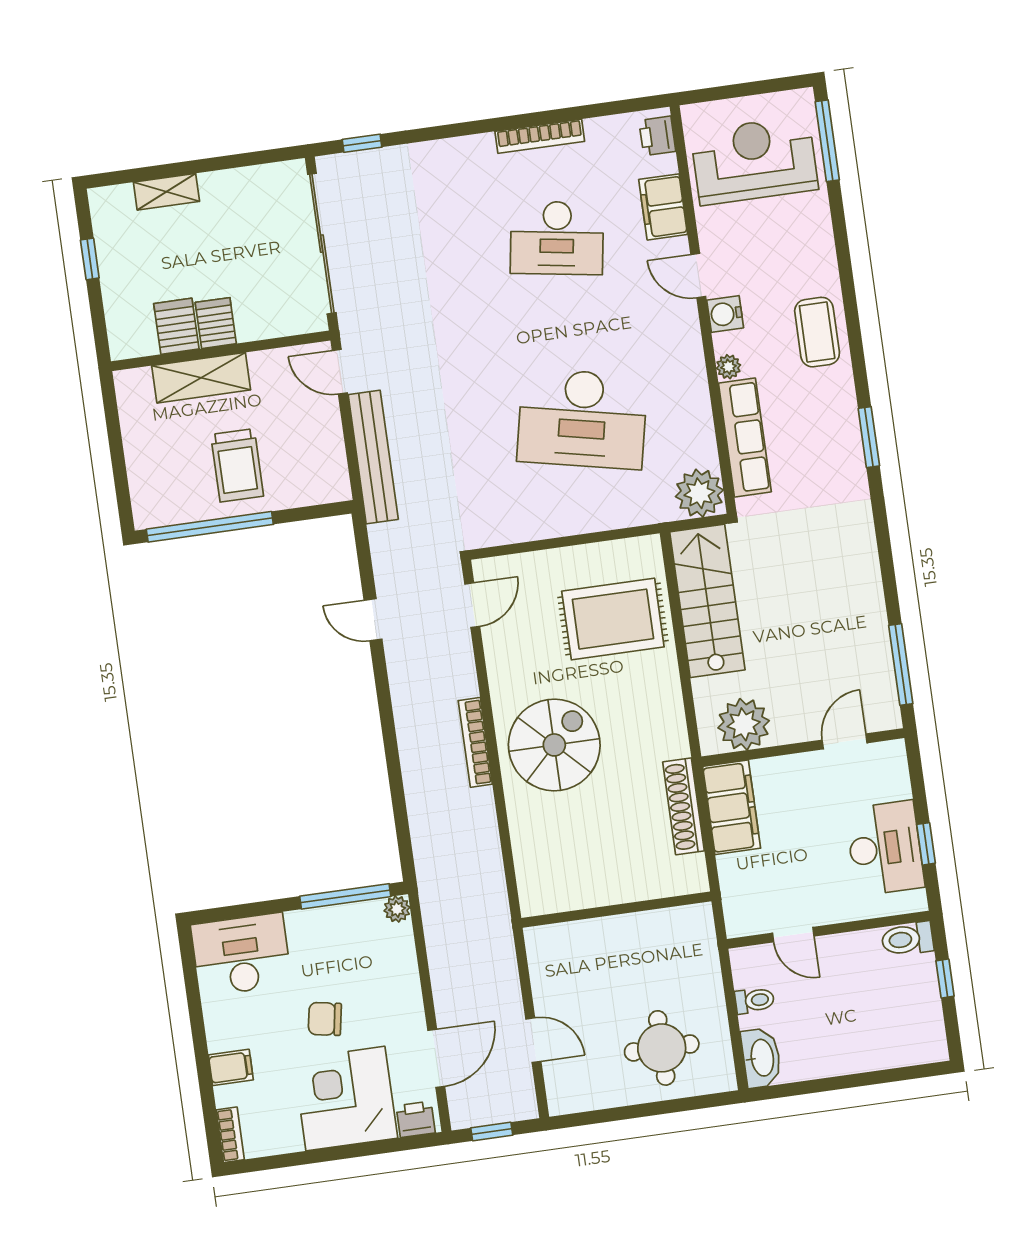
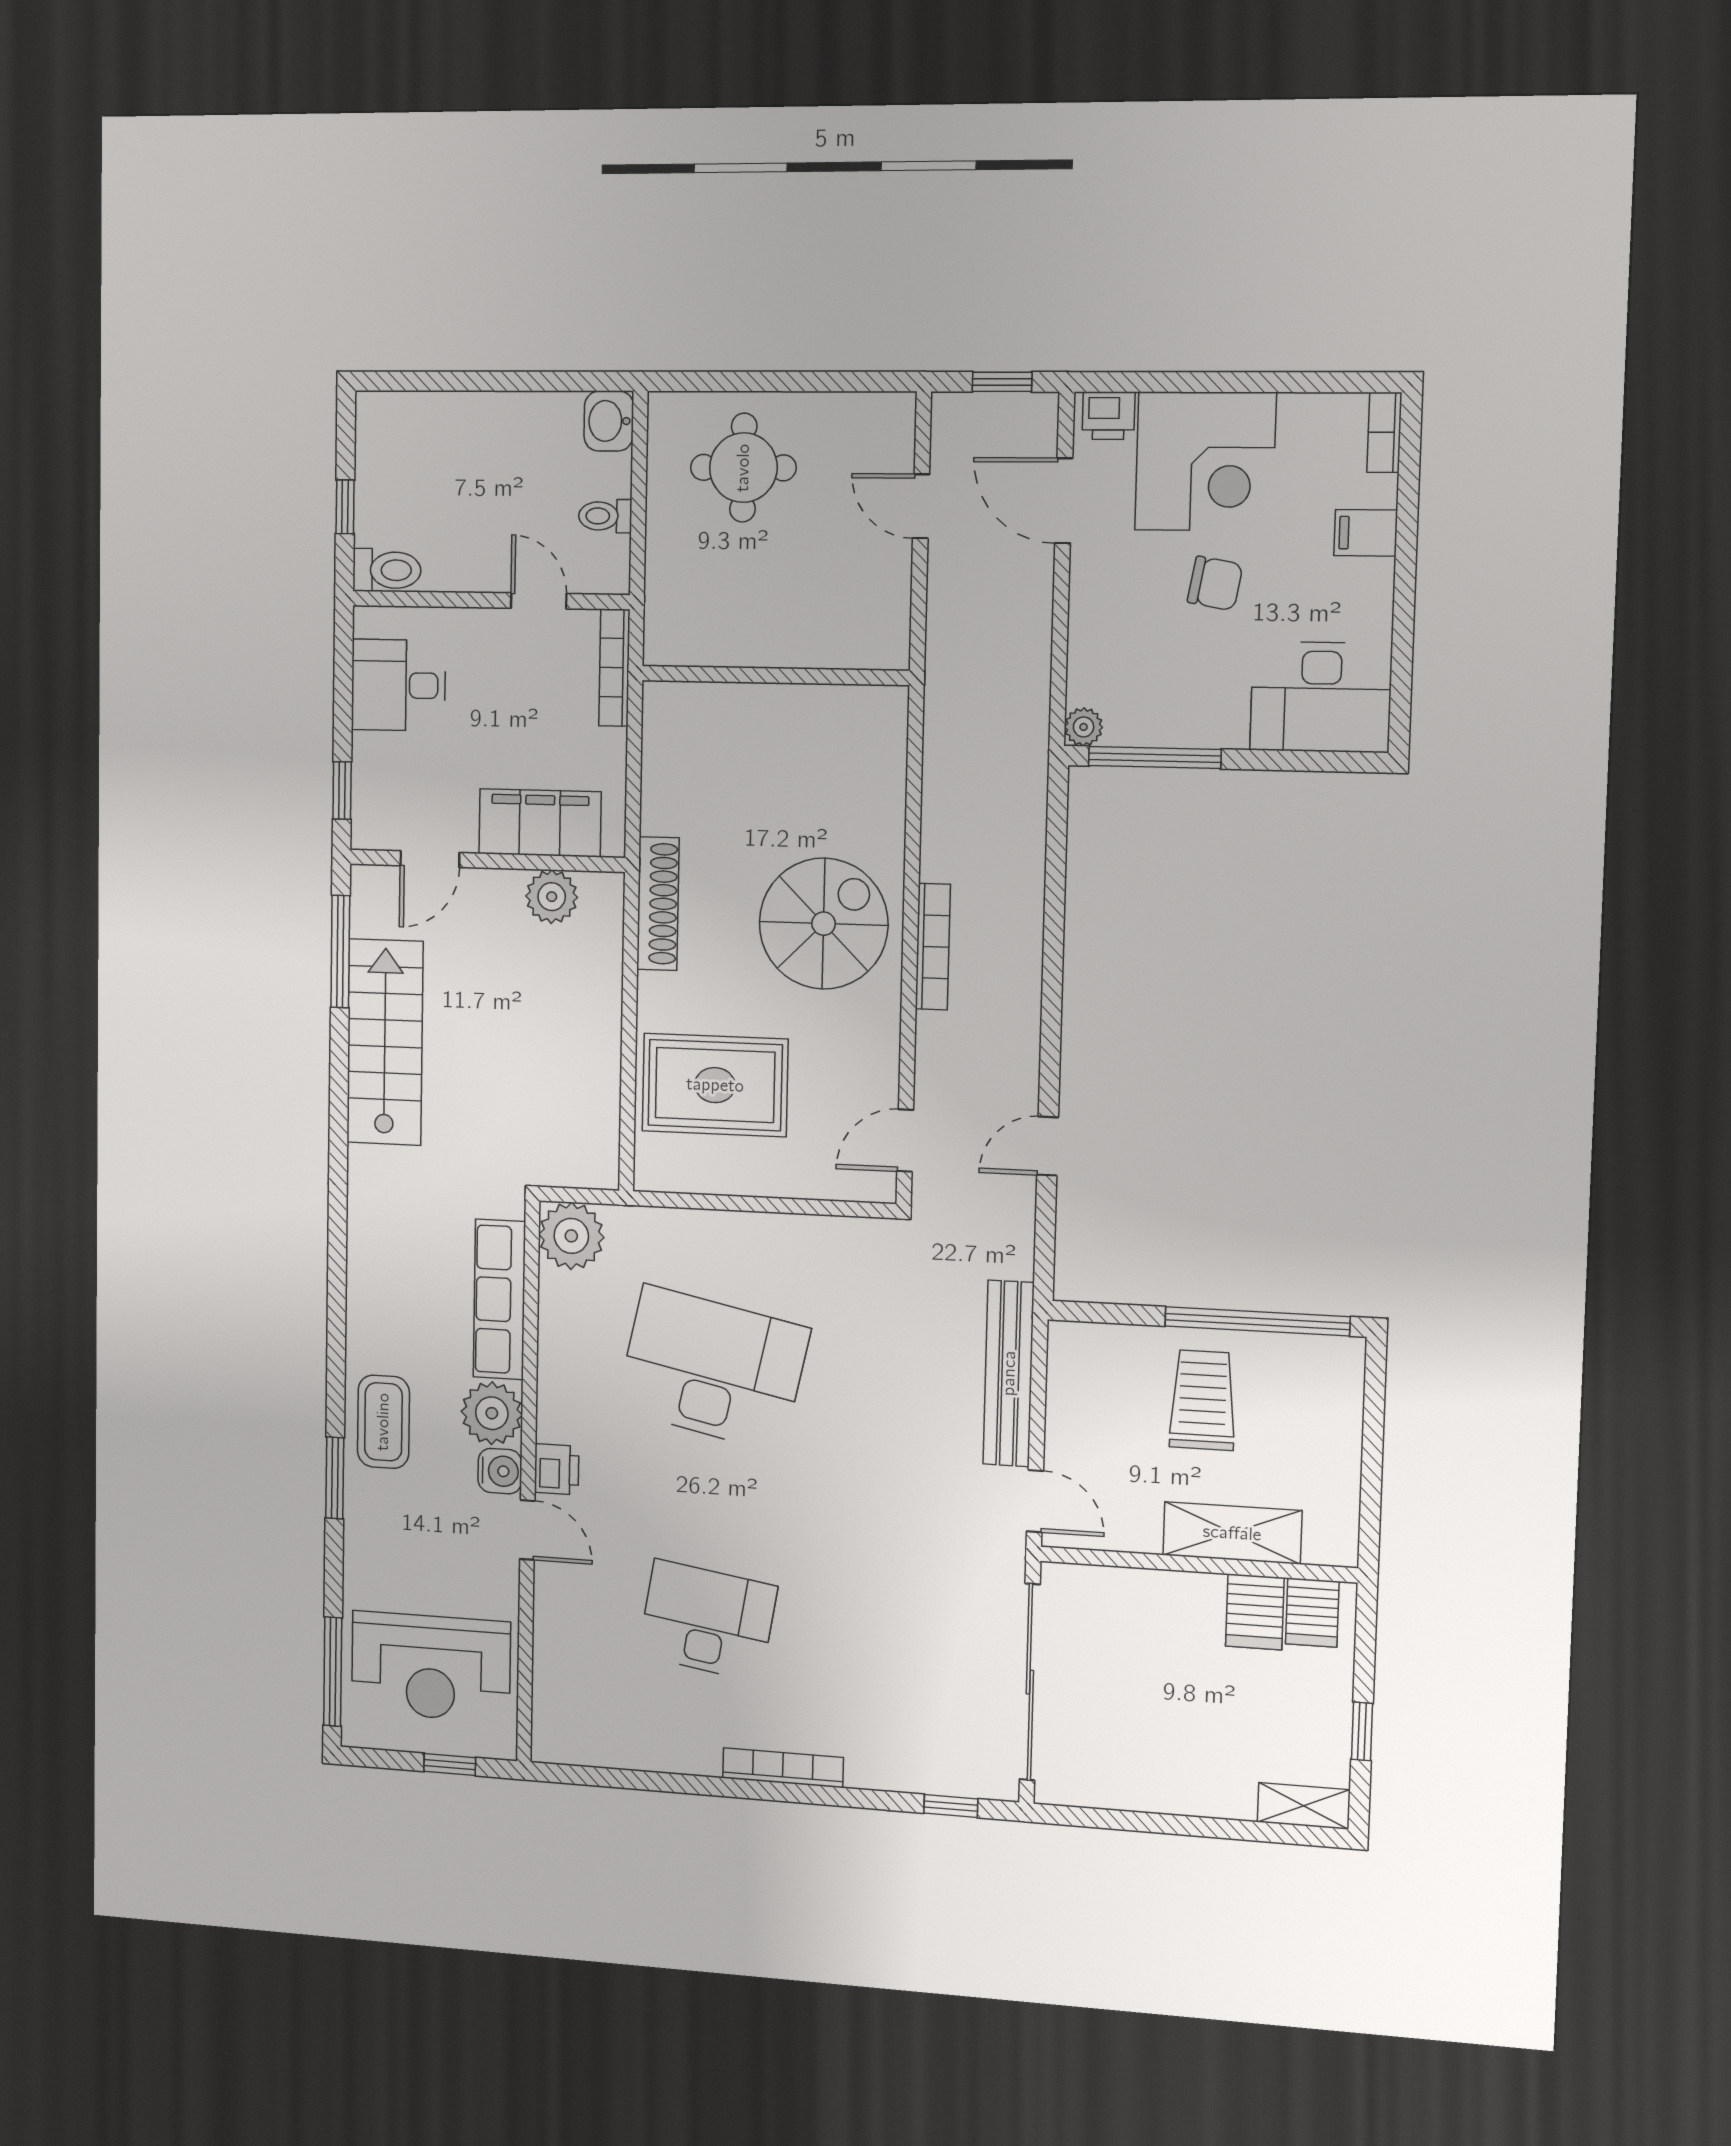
window: (729, 92) -> (450, 1765), added
bookcase: (540, 136) -> (783, 1768), moved
printer: (657, 136) -> (557, 1469), moved
shelving: (166, 192) -> (1304, 1806), moved
filing cabinet: (663, 207) -> (560, 1631), removed
server rack: (216, 323) -> (1312, 1613), moved
plant: (729, 367) -> (492, 1413), width x1.87, depth x1.87
window: (869, 437) -> (335, 1478), moved
stairs: (707, 601) -> (385, 1042), moved, turned 180
door: (373, 620) -> (1048, 1146), swing flipped
plant: (744, 724) -> (552, 897), width x0.73, depth x0.73
spiral stairs: (554, 745) -> (824, 924), turned 180
shoe rack: (684, 806) -> (658, 904), moved
filing cabinet: (732, 807) -> (540, 823), moved, turned 90
window: (926, 844) -> (342, 790), moved
desk: (885, 848) -> (398, 685), width x0.73
bookcase: (731, 897) -> (614, 668), added
door: (436, 1058) -> (1064, 501), hinge flipped
washbasin: (761, 1058) -> (609, 421), width x0.72

